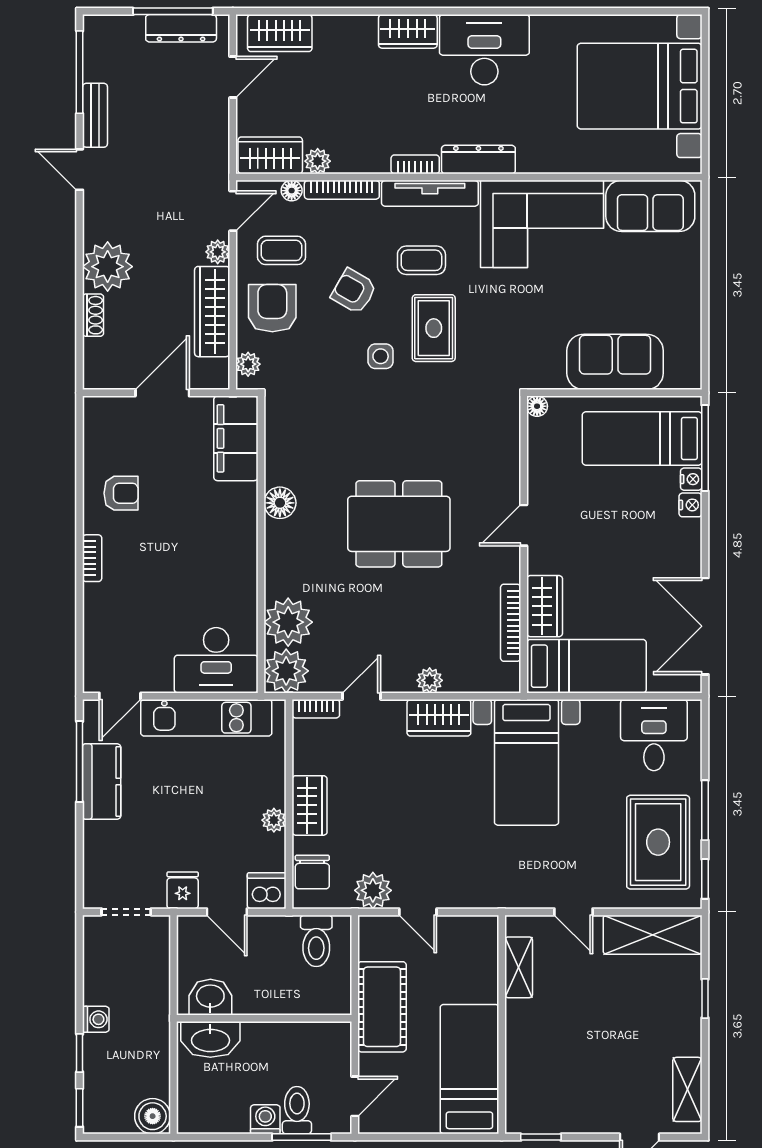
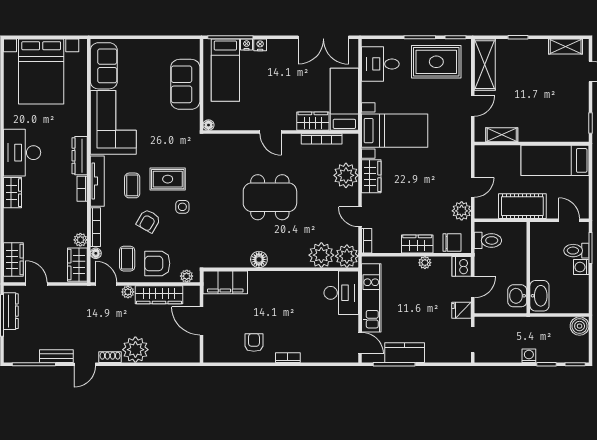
shoe rack: (93, 315) -> (110, 357), moved
dining table: (399, 524) -> (270, 197), turned 90
plant: (430, 680) -> (346, 175), width x1.88, depth x1.88

